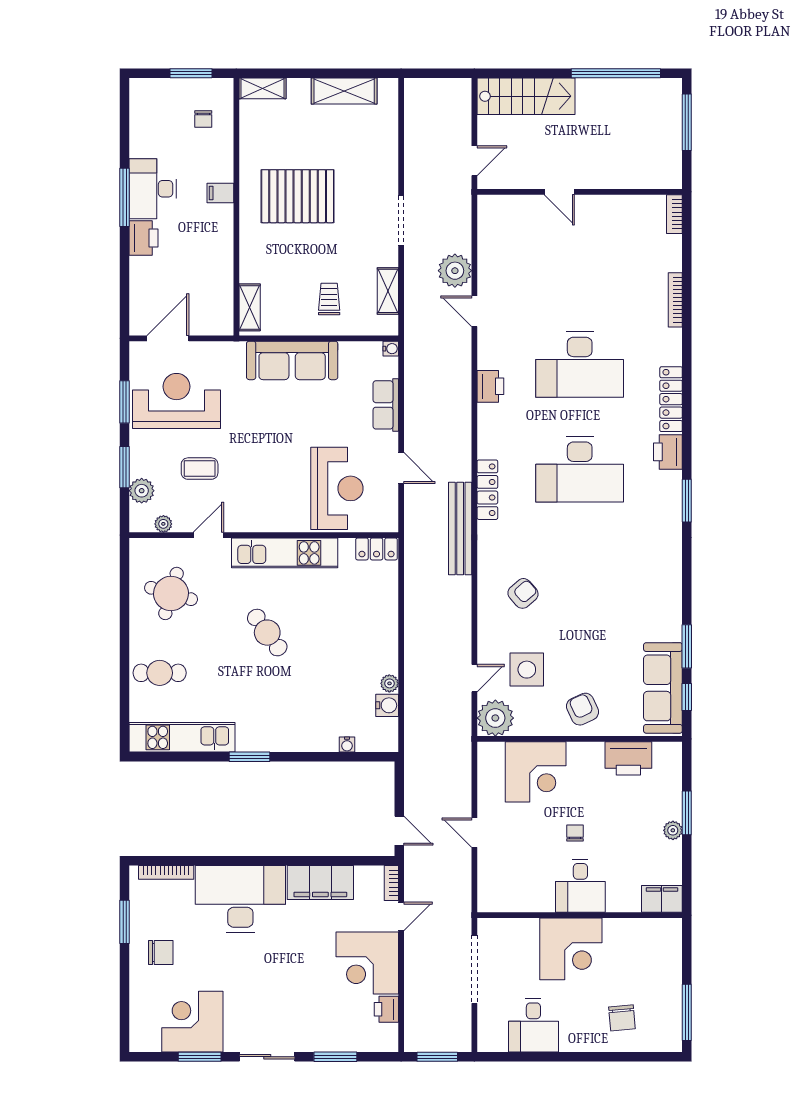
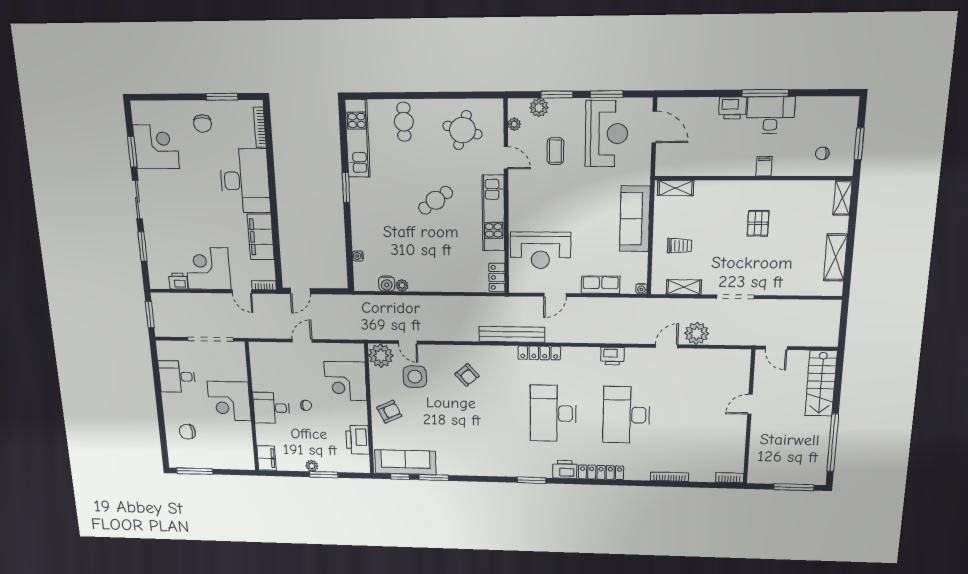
pallet: (298, 196) -> (758, 223), width x0.49, depth x0.50

